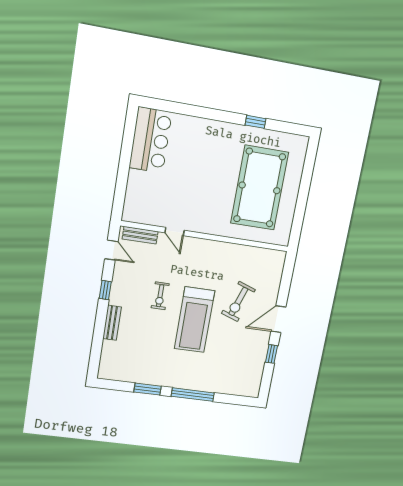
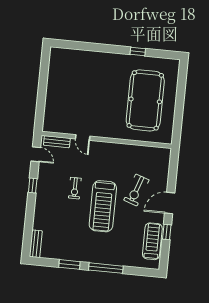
bar counter: (151, 140) -> (60, 70), removed
bench: (112, 323) -> (36, 244), moved
treadmill: (253, 364) -> (152, 241), added

